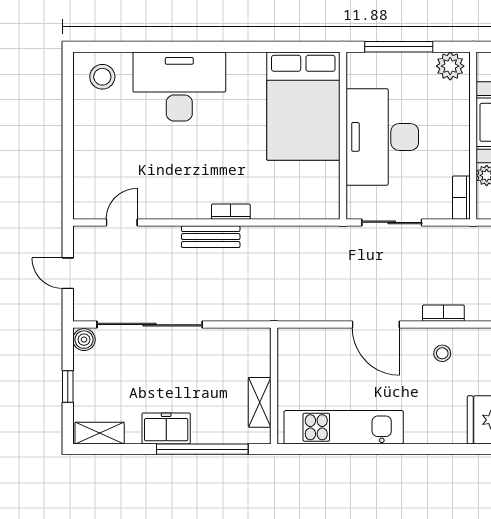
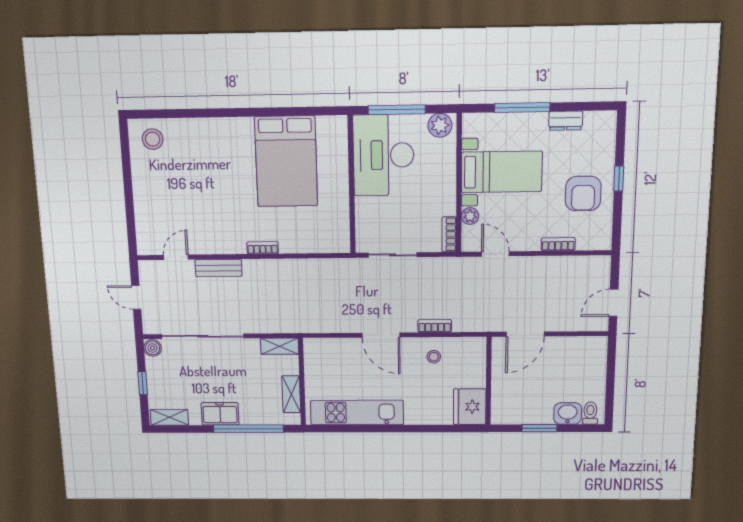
desk: (179, 87) -> (216, 146), removed
bed: (303, 106) -> (286, 161), moved
desk: (382, 137) -> (383, 155), moved
bench: (211, 237) -> (219, 268), moved
shelving: (247, 338) -> (280, 346), added

